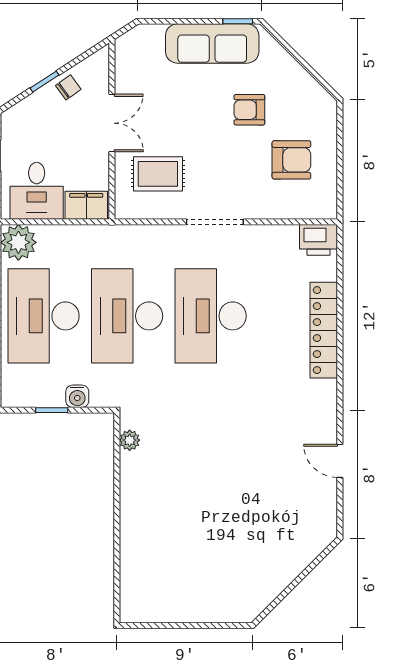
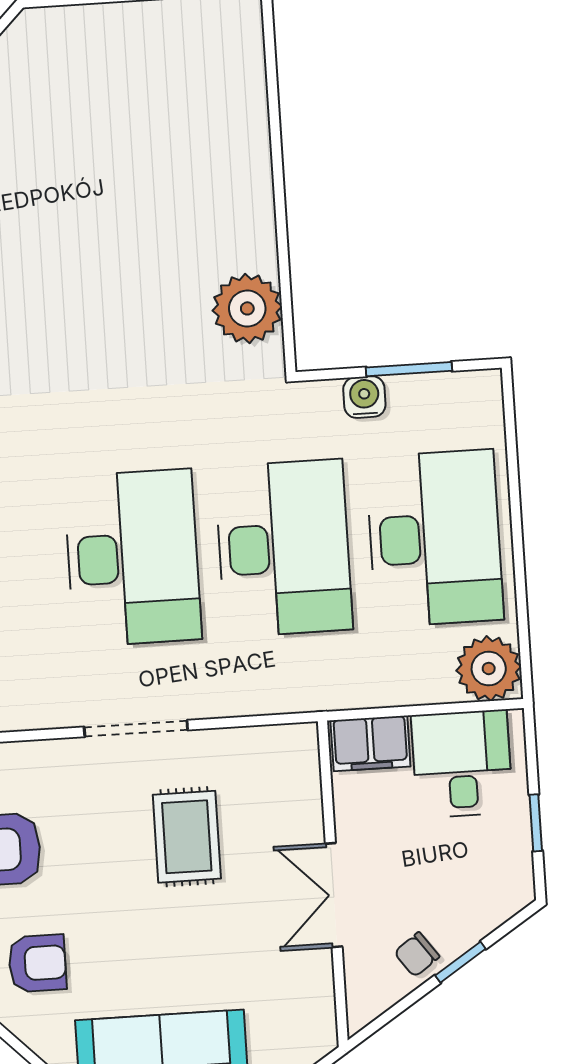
armchair: (249, 110) -> (37, 963), moved
rug: (158, 174) -> (187, 837), moved, turned 90
window: (52, 410) -> (409, 369), width x1.50
plant: (130, 440) -> (247, 308), width x1.88, depth x1.88

